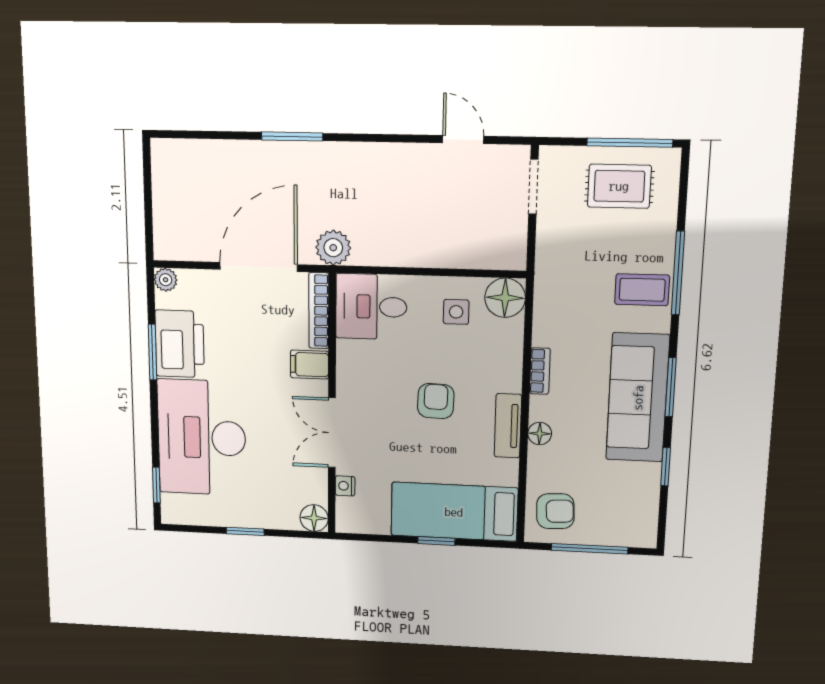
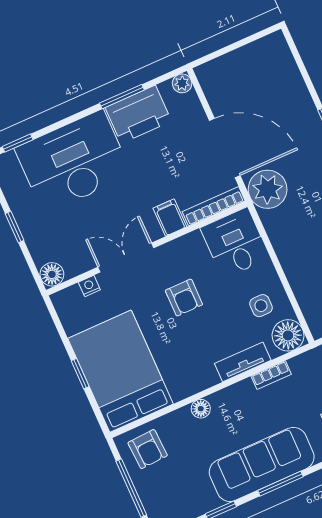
plant: (333, 248) -> (268, 189), width x1.36, depth x1.36
bookcase: (540, 371) -> (271, 375), moved
armchair: (436, 401) -> (184, 298), moved, turned 88
tv unit: (508, 426) -> (243, 362), moved
bed: (454, 512) -> (120, 371), width x1.50

